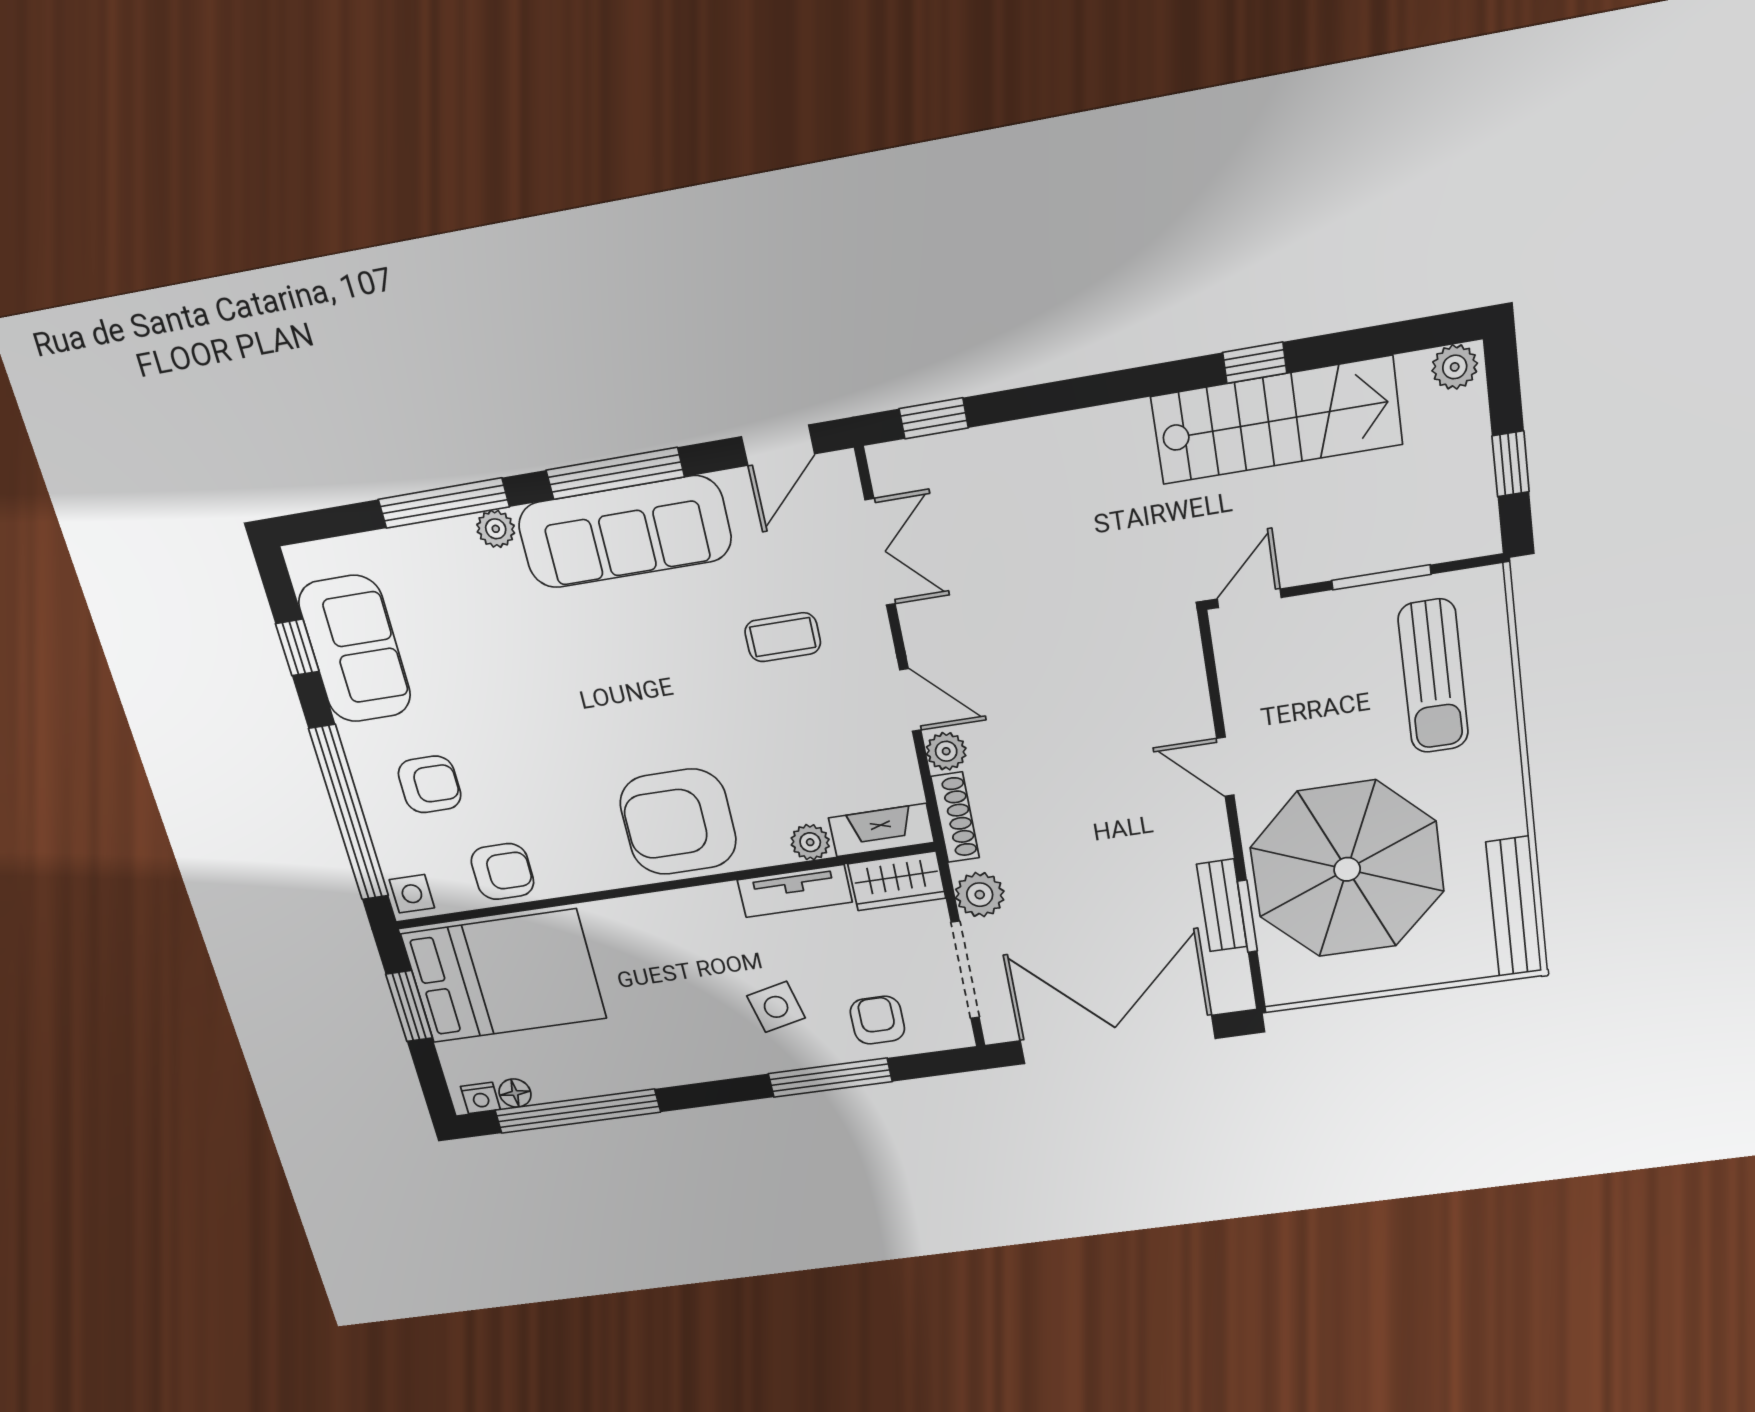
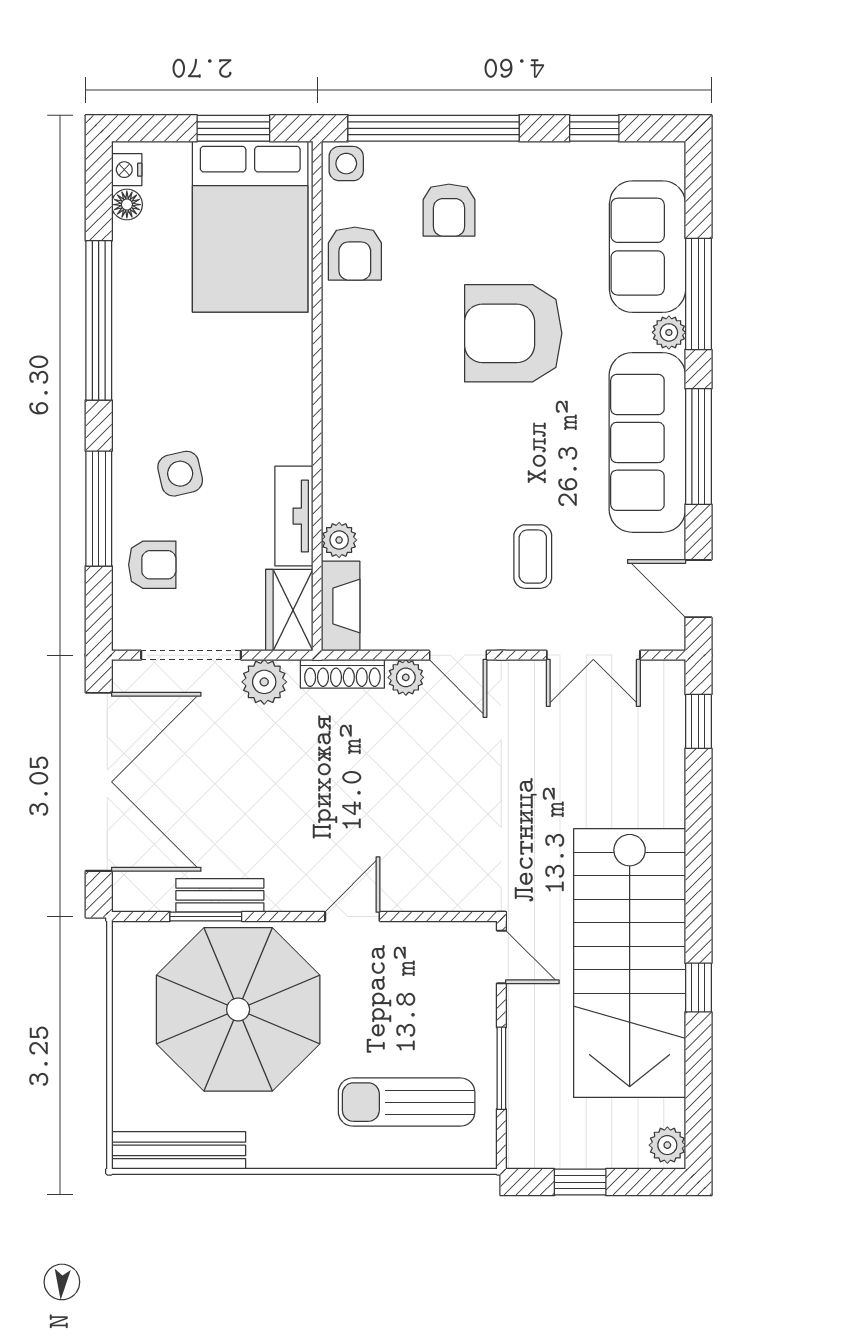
stairs: (1277, 420) -> (630, 963), width x1.36, depth x1.51
sofa: (355, 649) -> (648, 247), moved, turned 90
door: (910, 700) -> (458, 655), hinge flipped
armchair: (678, 822) -> (513, 333), moved, turned -90
window: (578, 1111) -> (99, 320), moved

